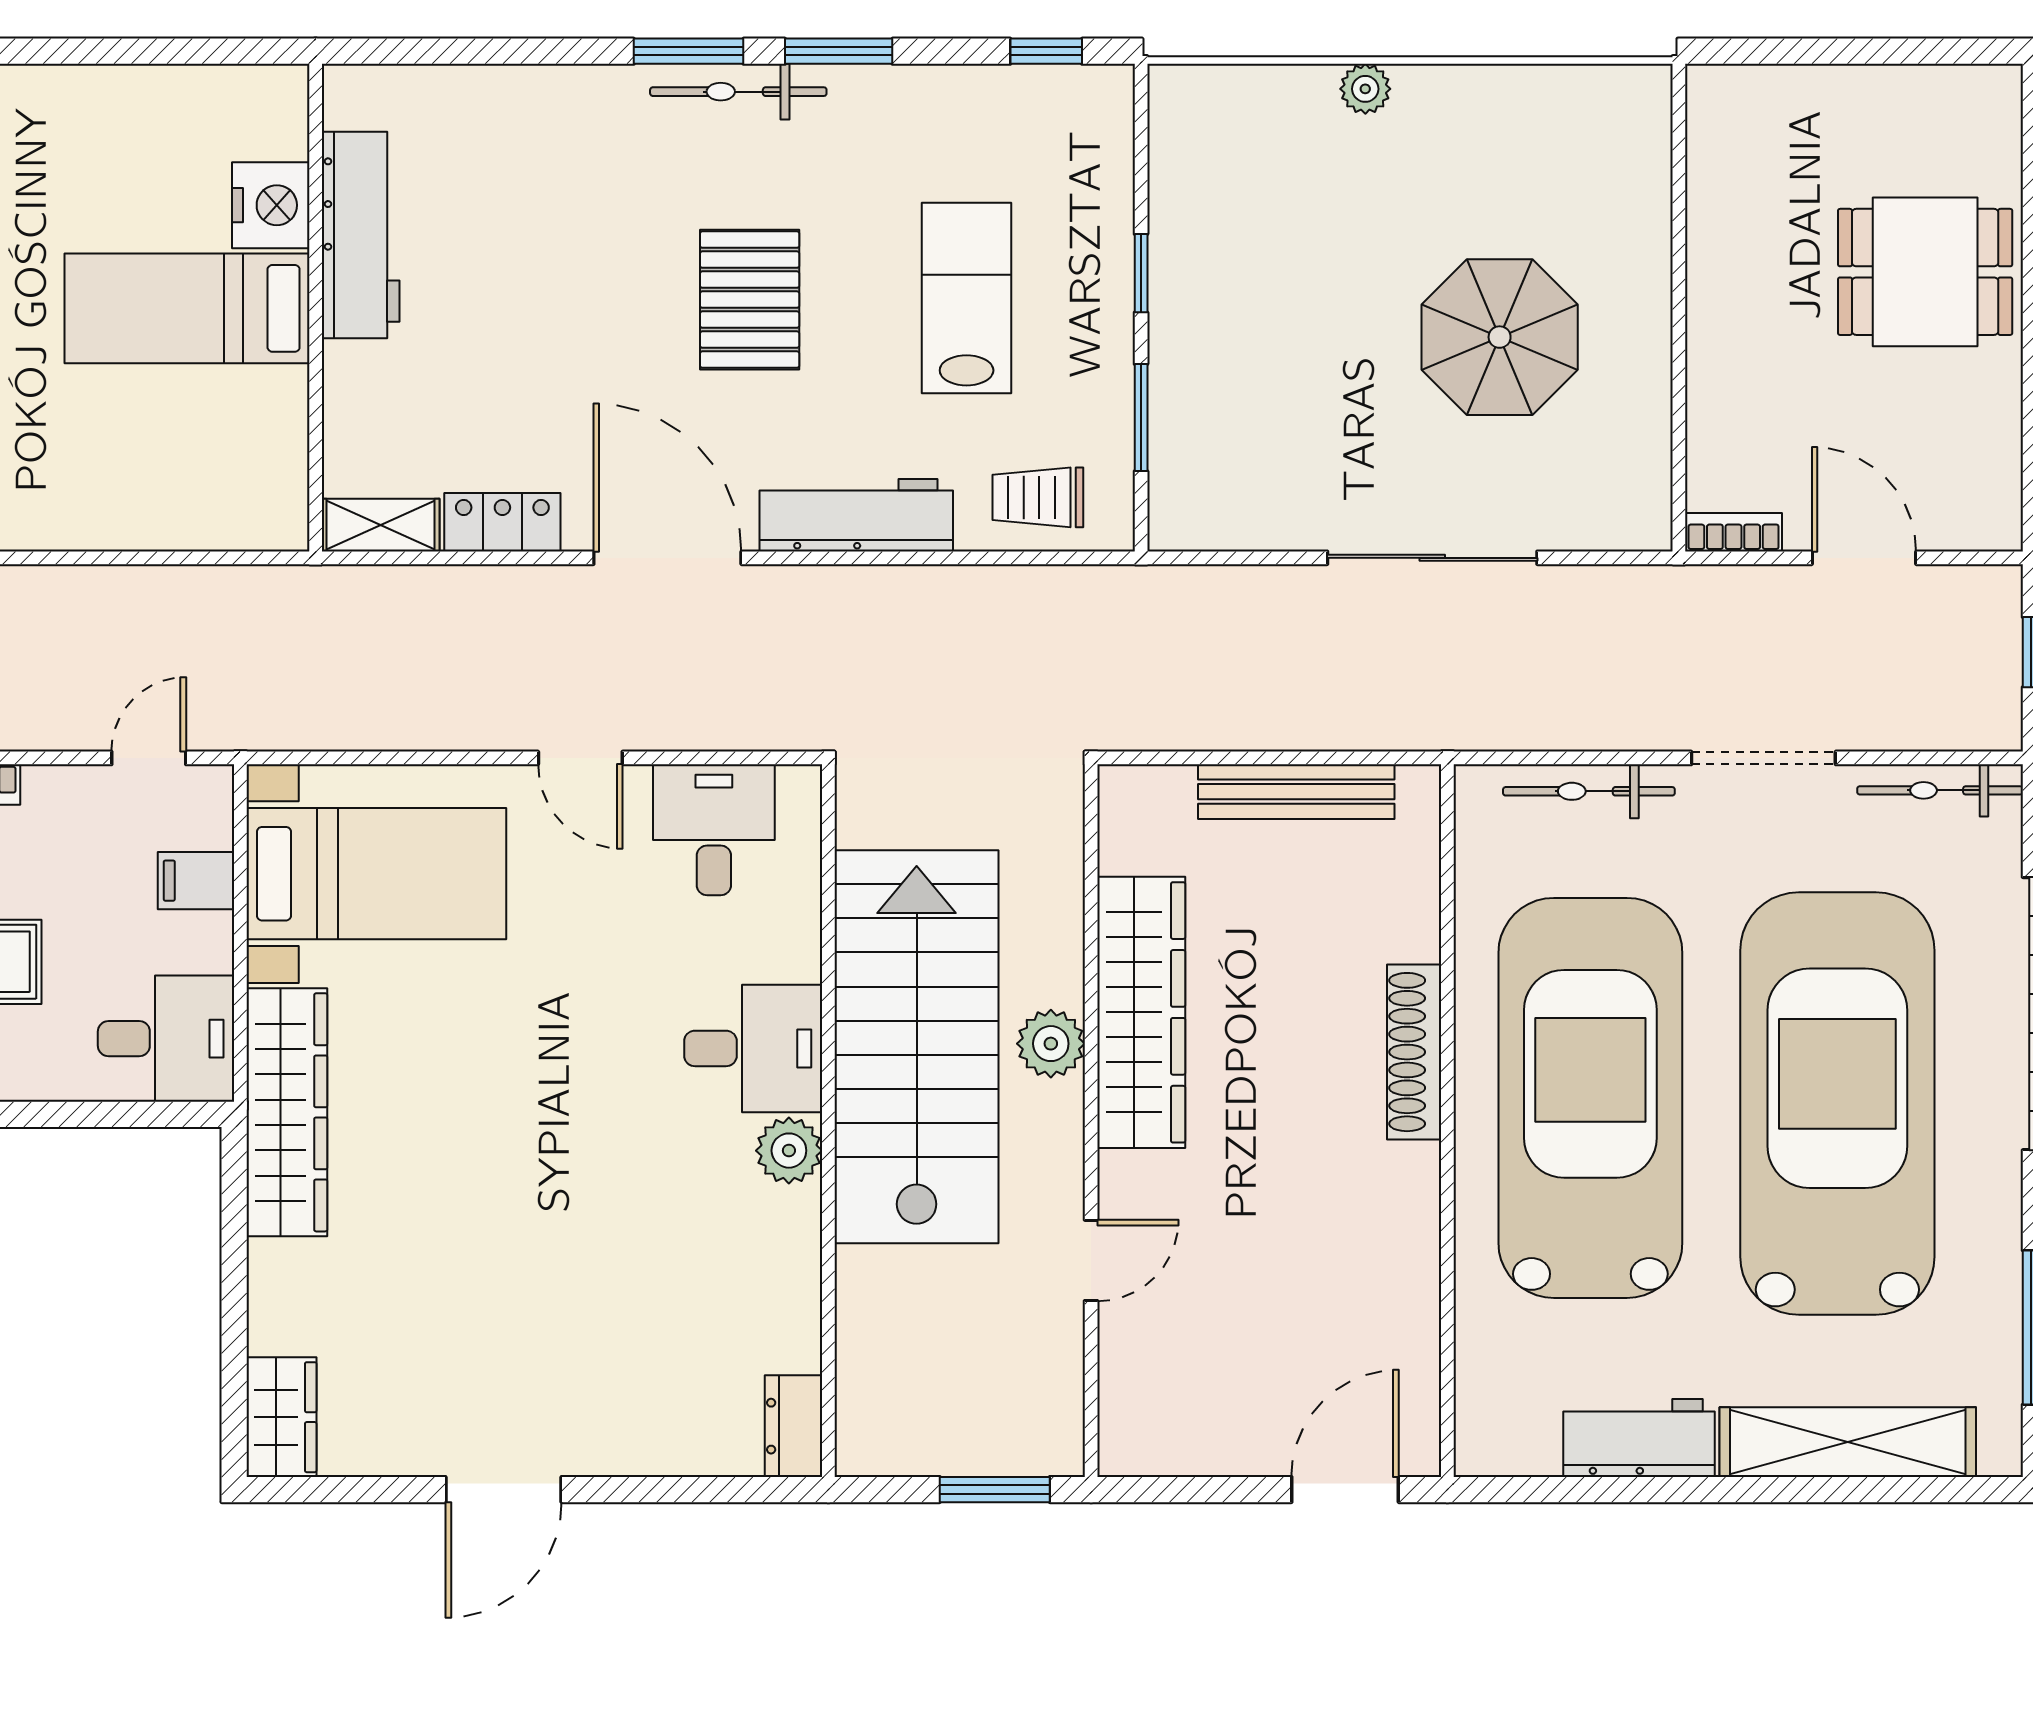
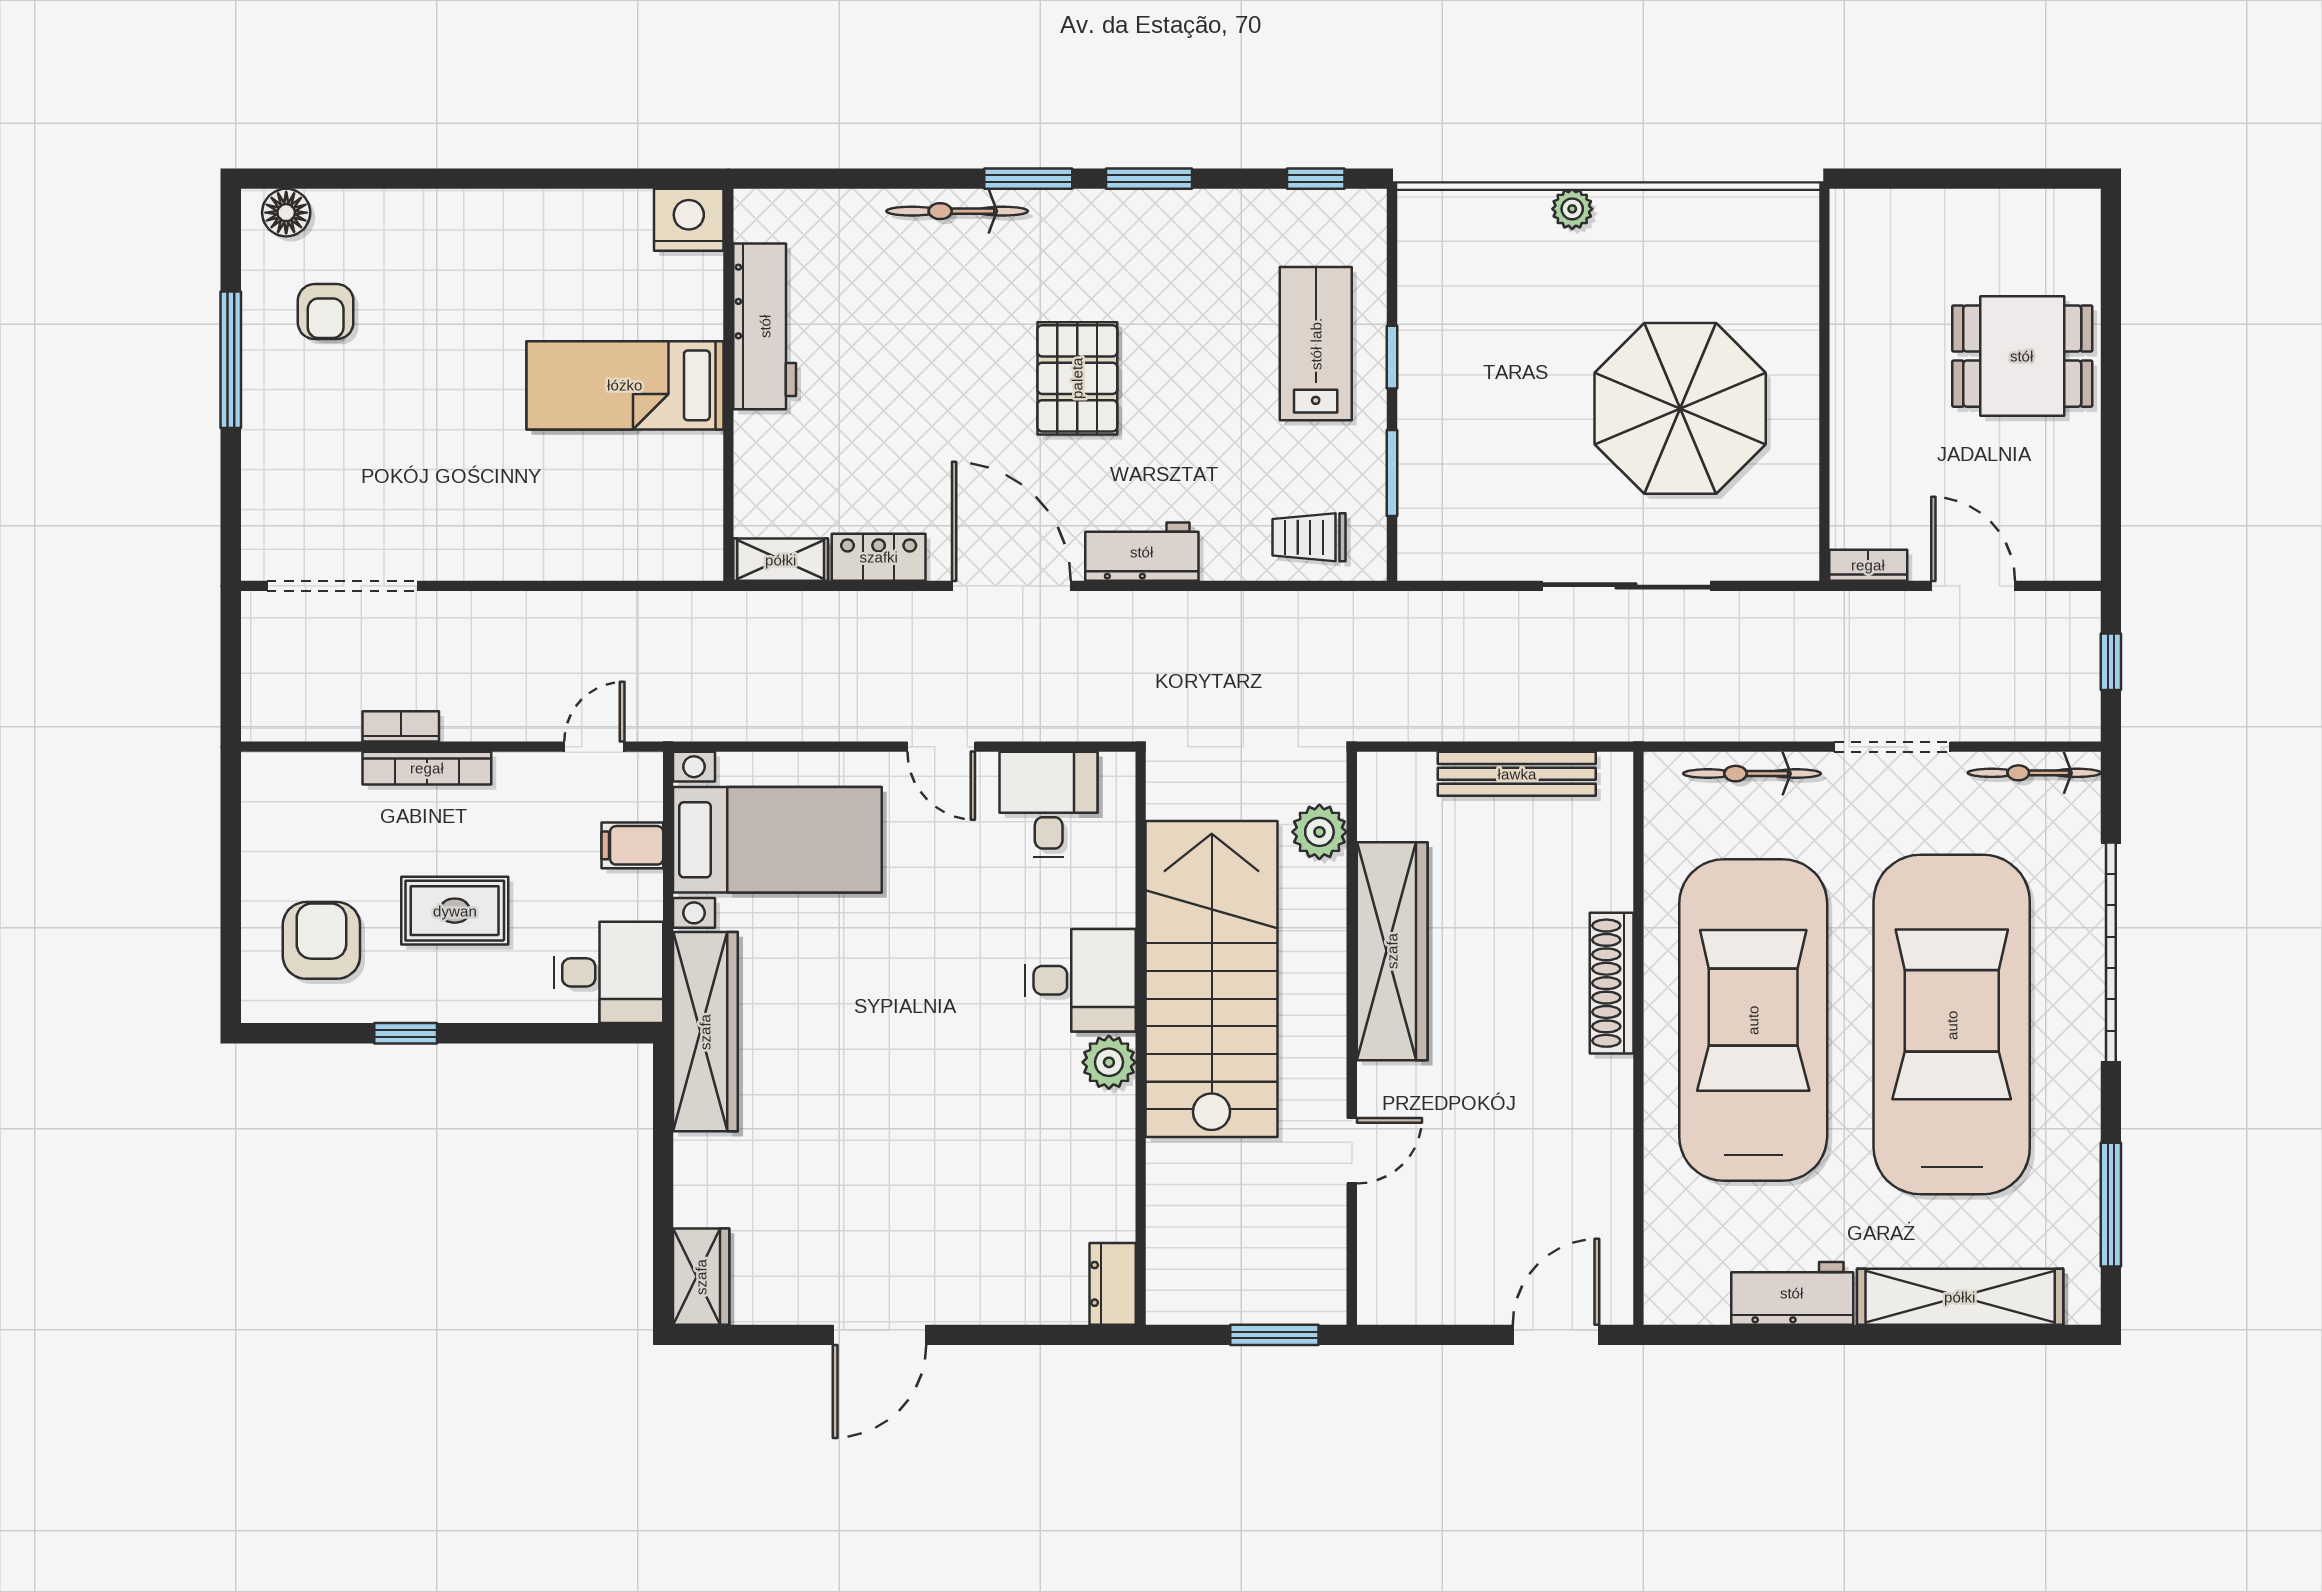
bicycle: (738, 92) -> (957, 211), moved
nightstand: (271, 205) -> (689, 220), moved, turned -90
lab bench: (967, 298) -> (1316, 344), moved
parasol: (1500, 337) -> (1680, 408), width x1.36, depth x1.36
workbench: (856, 515) -> (1142, 552), width x0.73
plant: (1051, 1044) -> (1319, 832), moved

